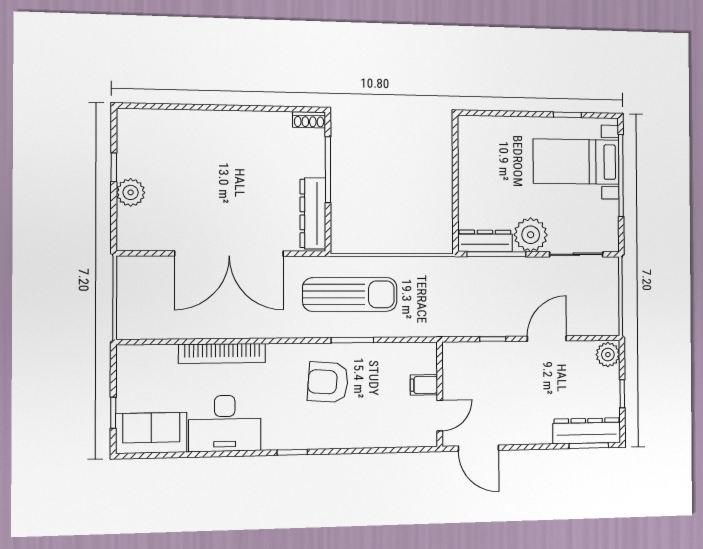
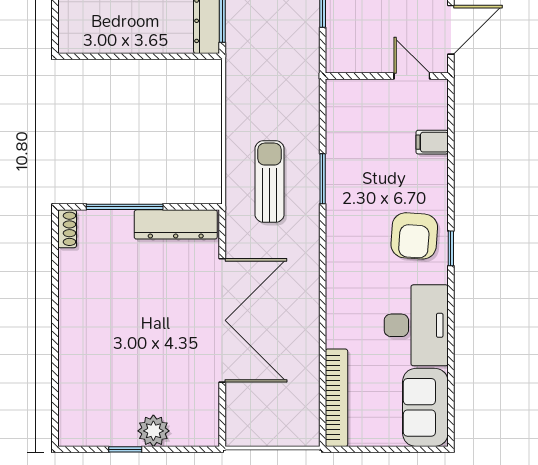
sun lounger: (350, 294) -> (270, 182), width x0.73, depth x0.75
bookcase: (222, 353) -> (336, 398), moved
armchair: (328, 382) -> (414, 236), moved
filing cabinet: (424, 385) -> (432, 142), moved, turned 90
window: (113, 413) -> (402, 449), removed

